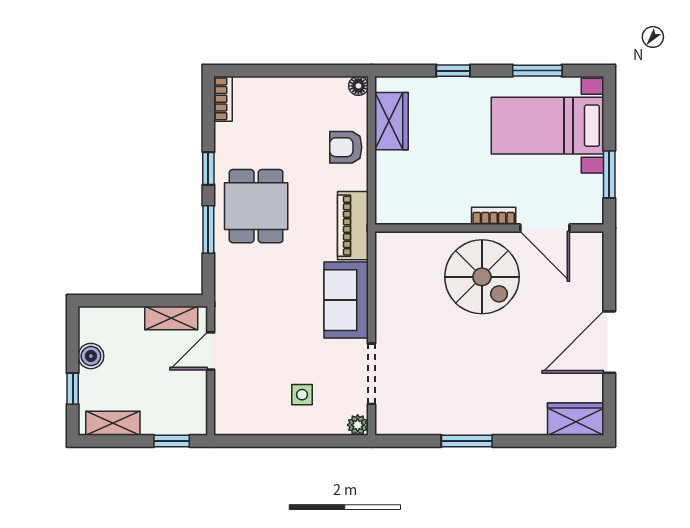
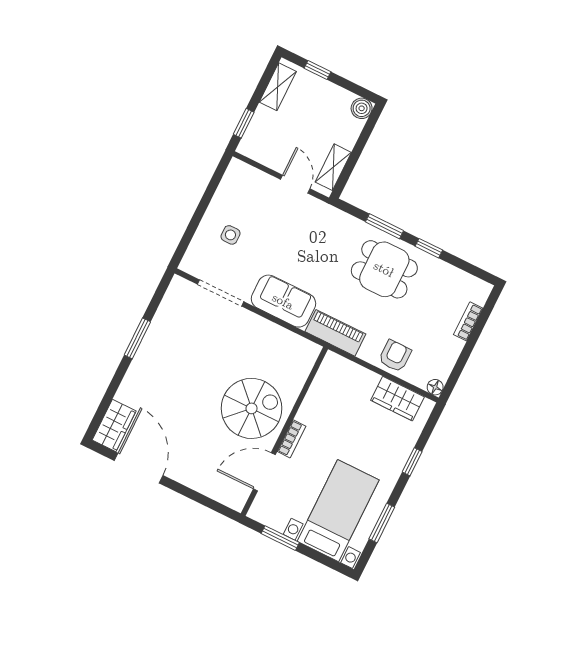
bookcase: (223, 99) -> (468, 321), moved, turned 90
spiral stairs: (482, 277) -> (252, 408), turned 180
door: (609, 342) -> (139, 468), moved
boiler: (91, 356) -> (362, 108), moved
plant: (358, 425) -> (188, 265), removed

